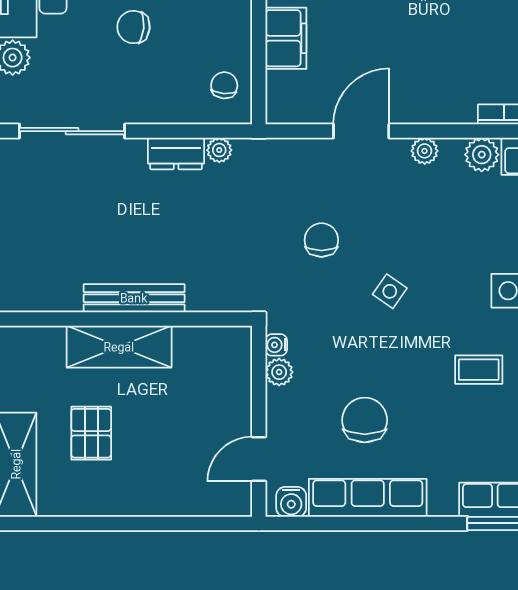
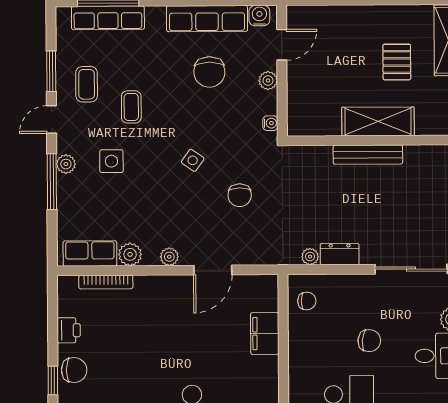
chair: (224, 85) -> (307, 301), turned -95
coffee table: (479, 370) -> (131, 107), turned 90
plant: (279, 372) -> (268, 81), moved

